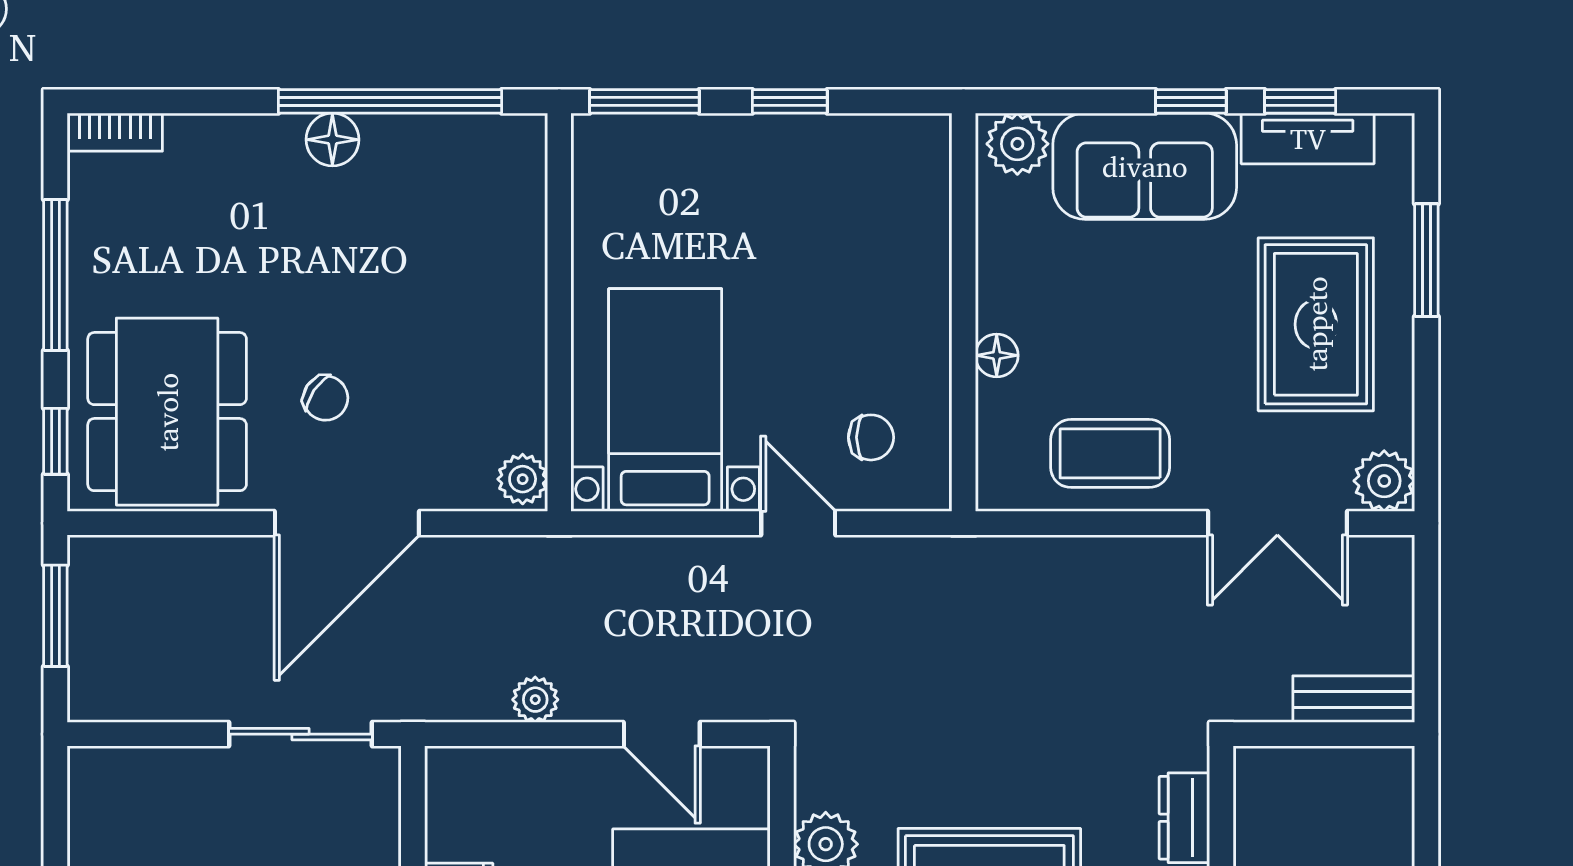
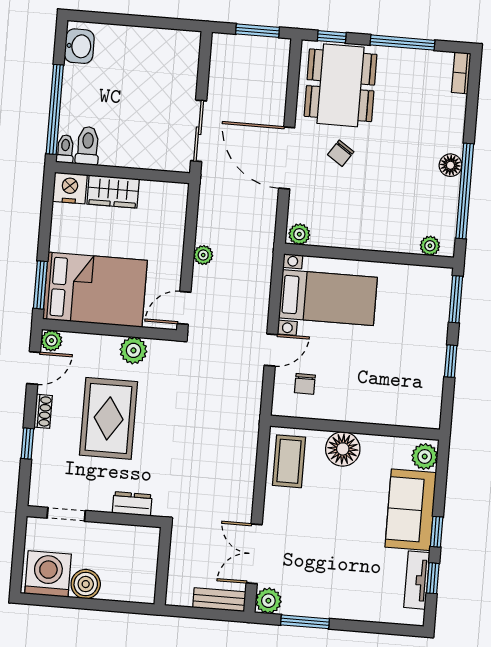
plant: (524, 172) -> (430, 246), added
window: (1426, 260) -> (305, 622), moved
rug: (1316, 324) -> (337, 577), removed
floor lamp: (997, 355) -> (343, 449), width x1.89, depth x1.89
dining table: (167, 412) -> (340, 85), turned 90
coffee table: (1110, 453) -> (289, 461), moved
bench: (1354, 699) -> (219, 600), moved, turned 90
plant: (535, 700) -> (203, 255), moved
door: (662, 734) -> (184, 308), moved

